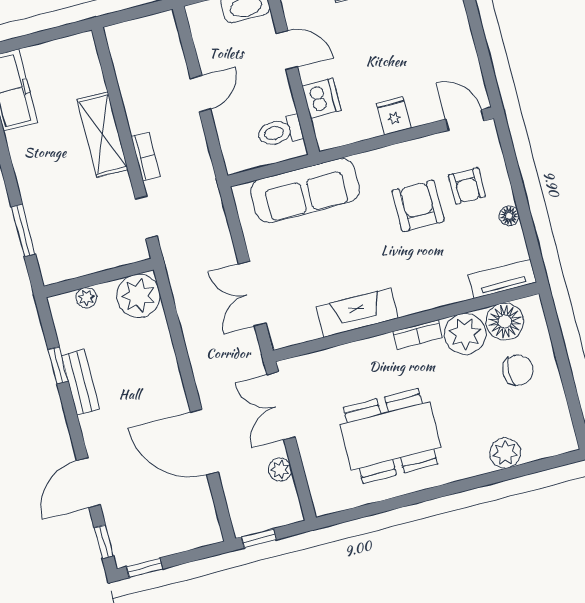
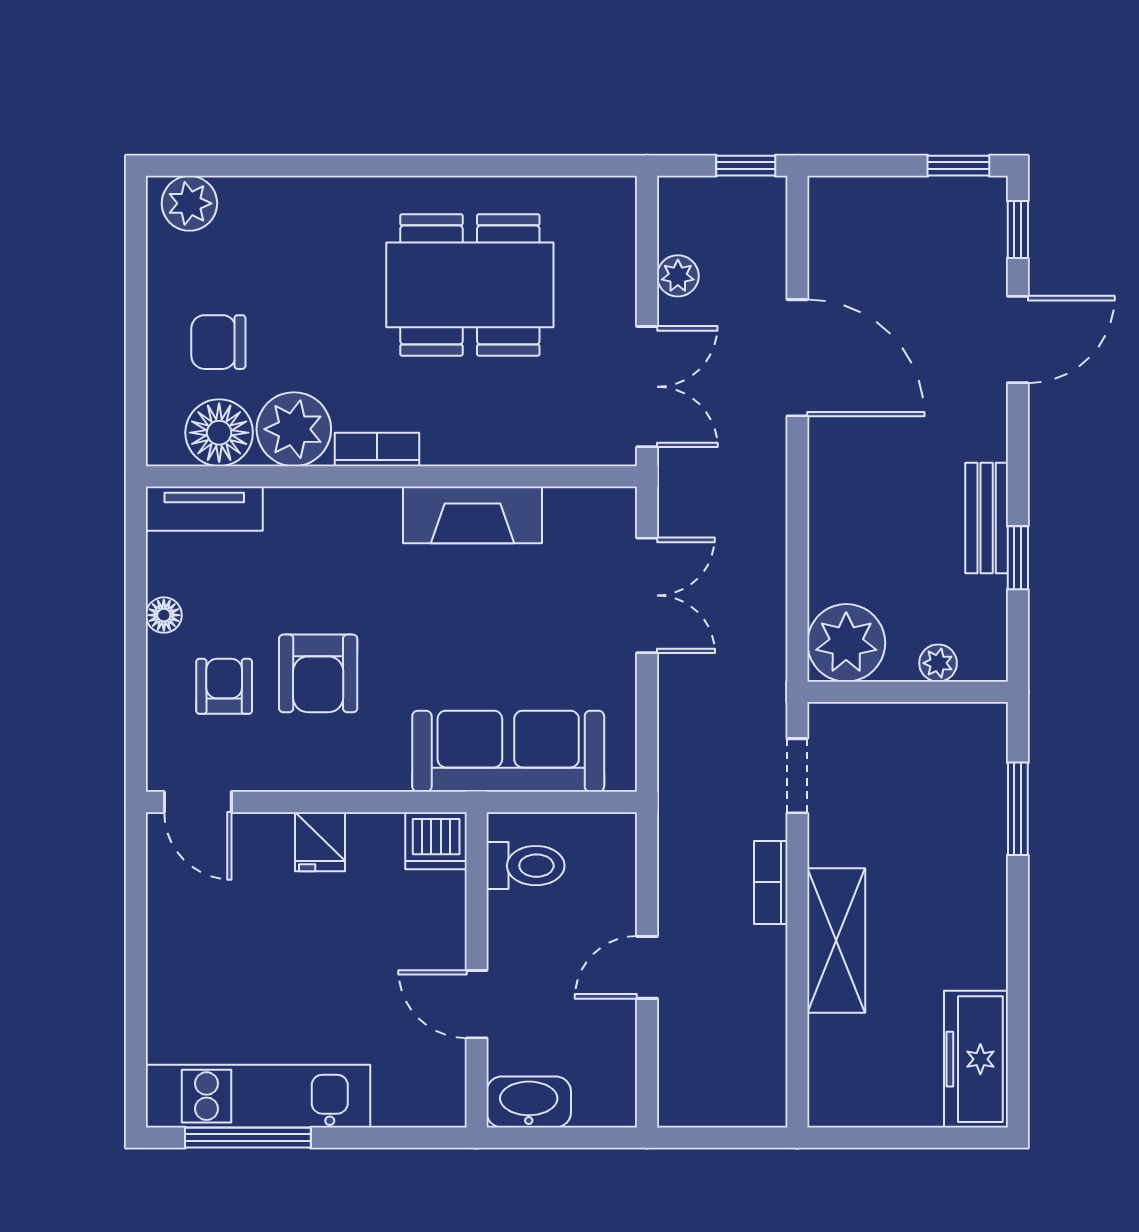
dishwasher: (321, 98) -> (436, 841), moved, turned -90
plant: (505, 453) -> (189, 203), moved

